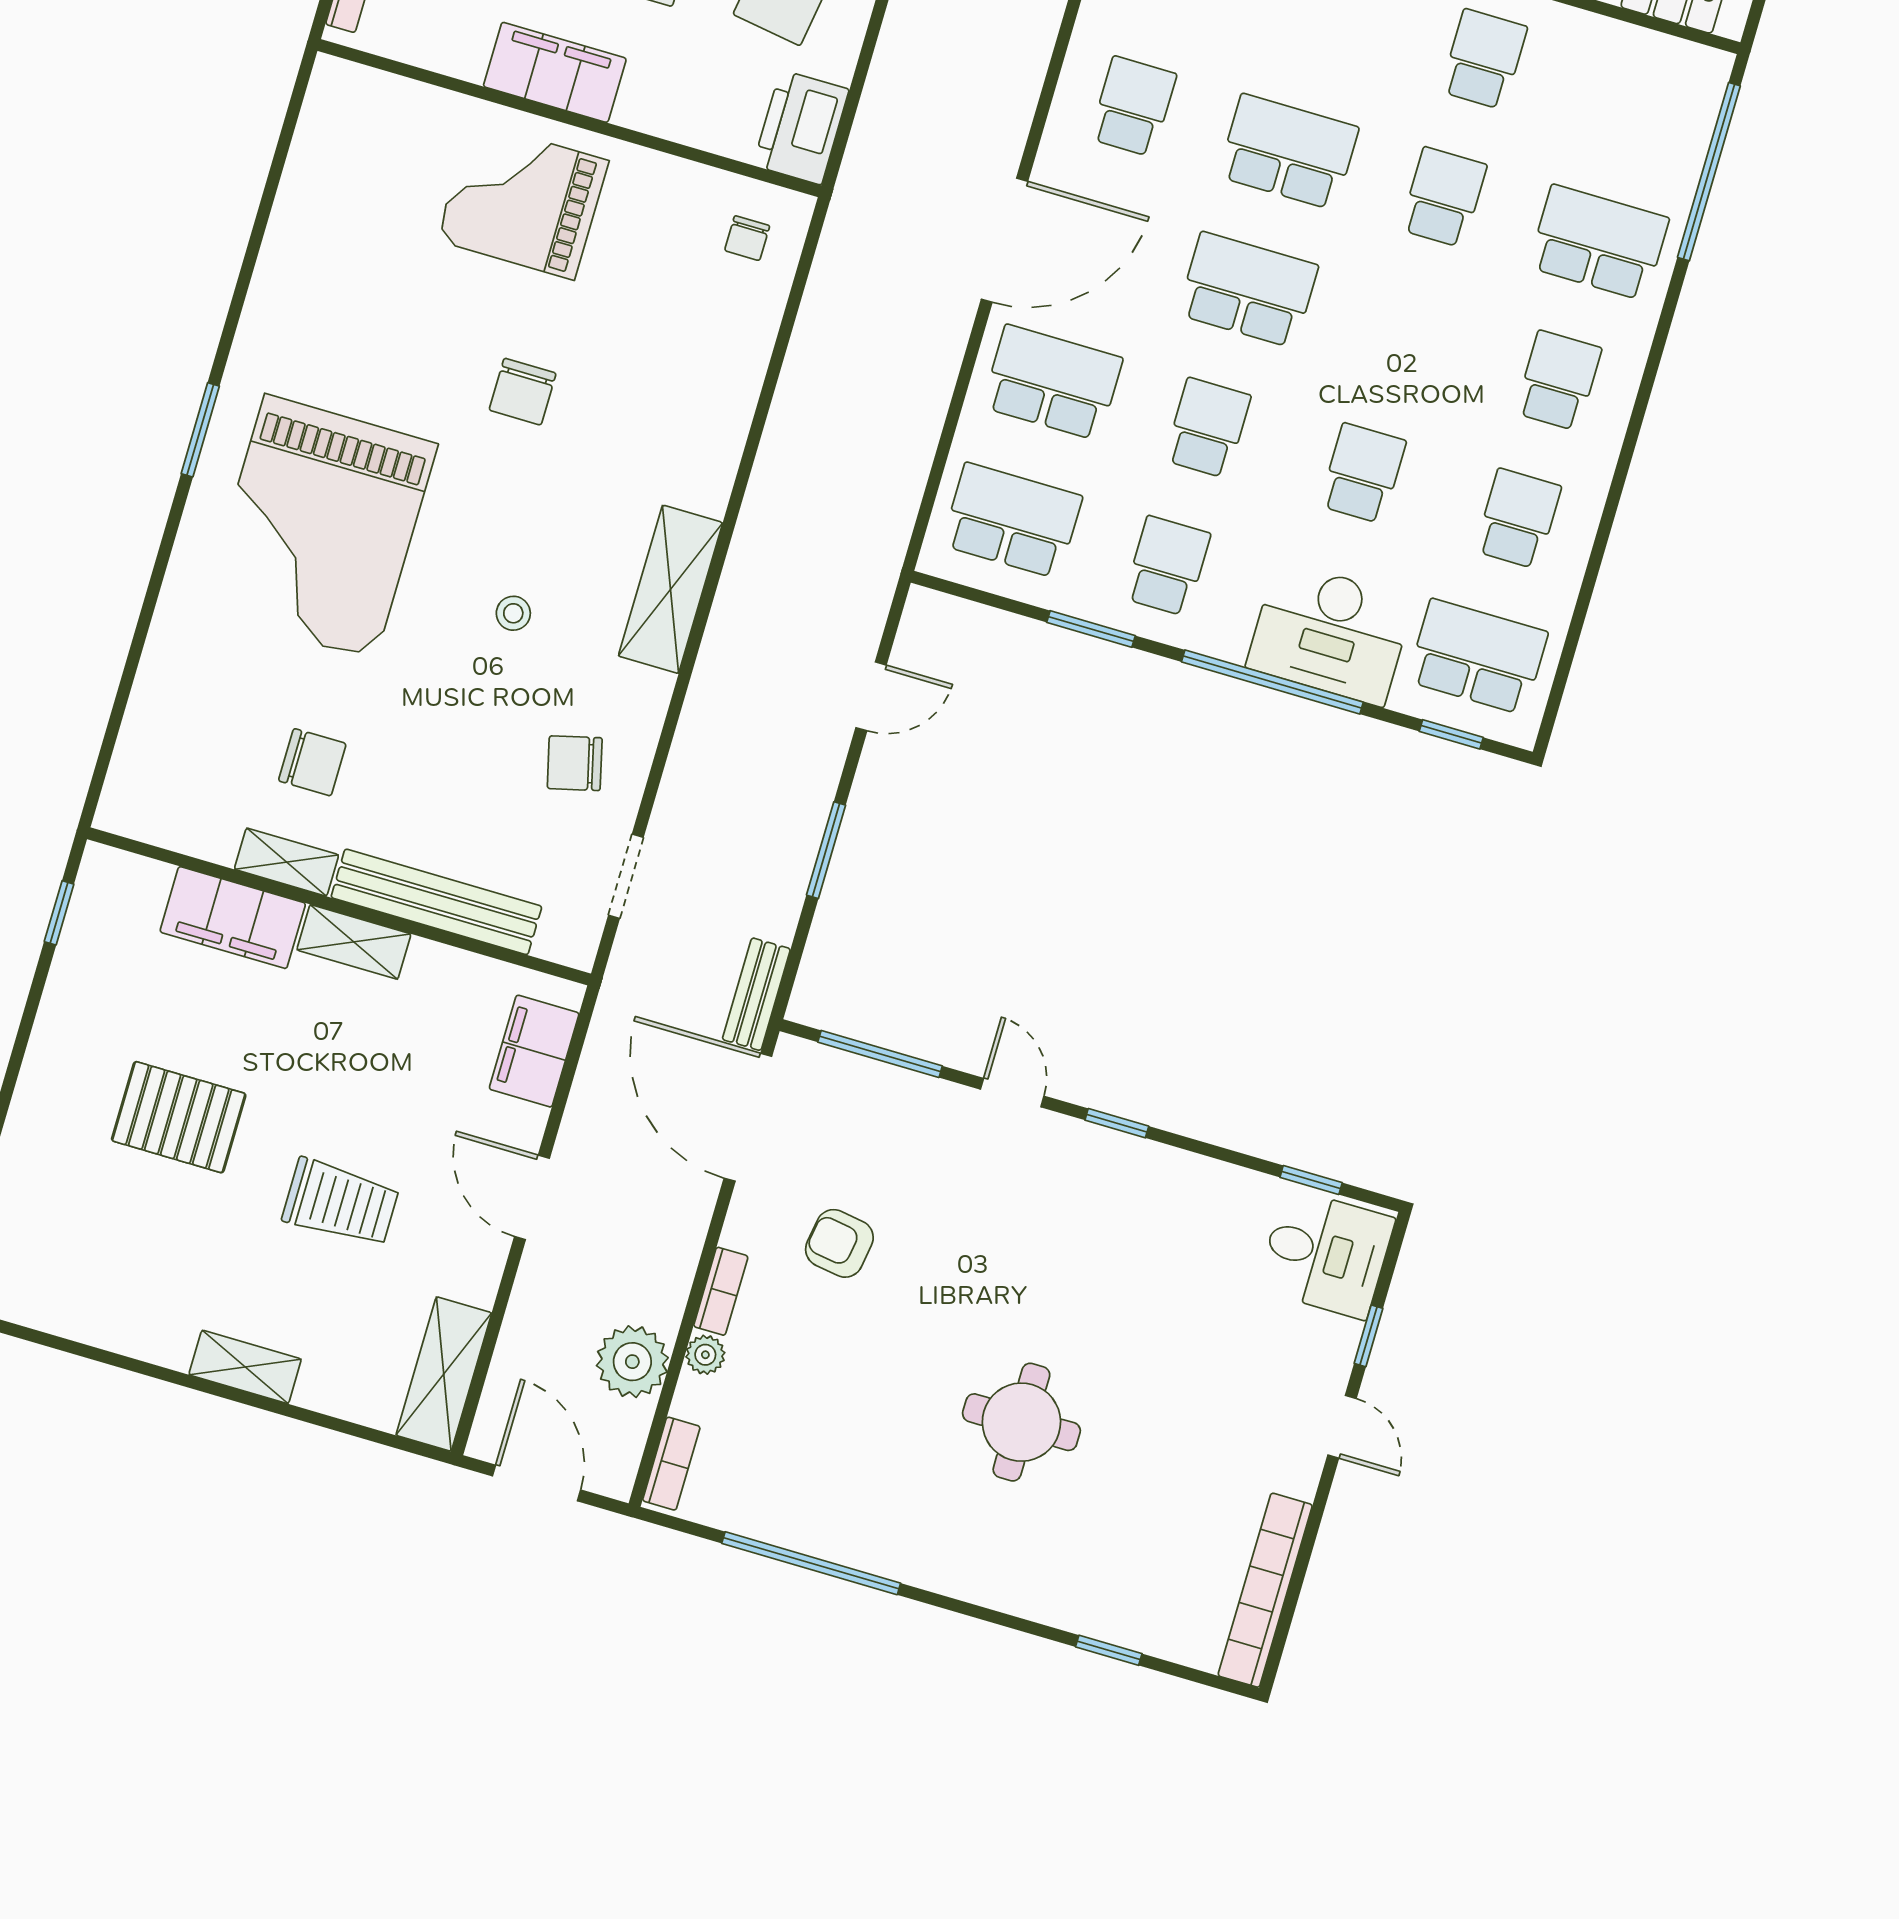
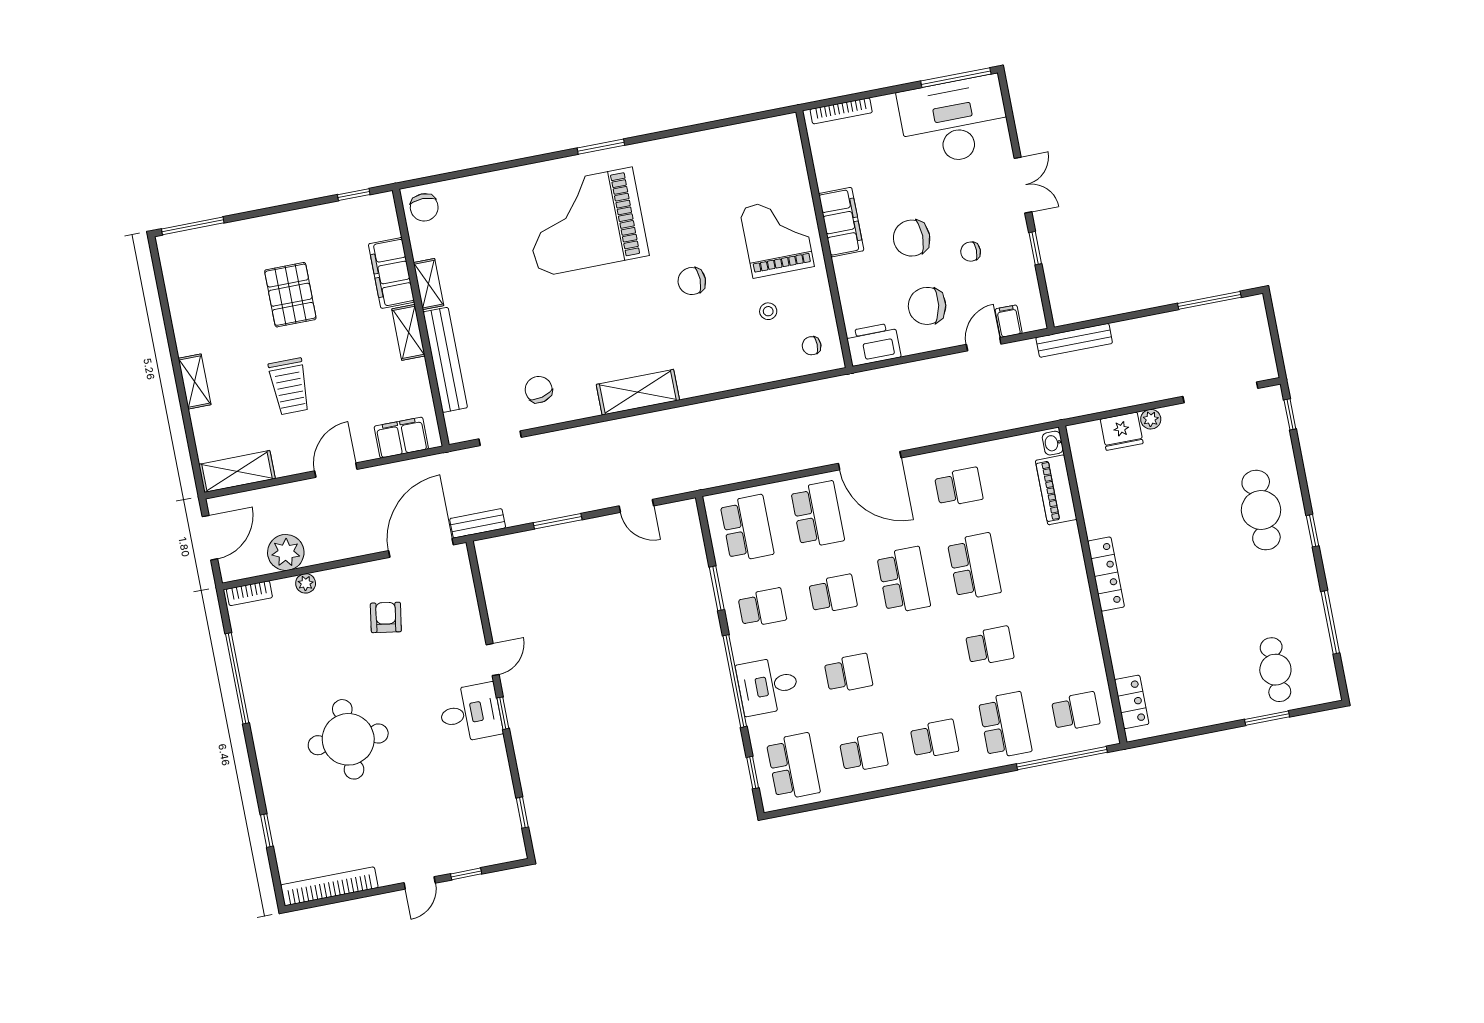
school desk: (1484, 59) -> (1076, 712), moved
stool: (513, 613) -> (768, 311), moved
desk: (1330, 633) -> (768, 686), width x0.73
chair: (312, 762) -> (424, 207), moved
window: (880, 1054) -> (479, 592), removed
desk: (1326, 1254) -> (470, 713), moved, turned -90
bookcase: (721, 1291) -> (337, 576), removed
round table: (1021, 1422) -> (348, 739), width x1.36, depth x1.36

